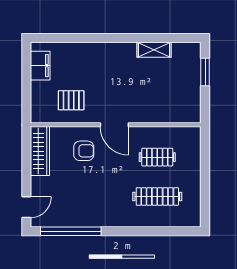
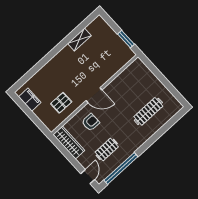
window: (205, 72) -> (126, 39), moved
clothes rail: (157, 157) -> (107, 149), moved

